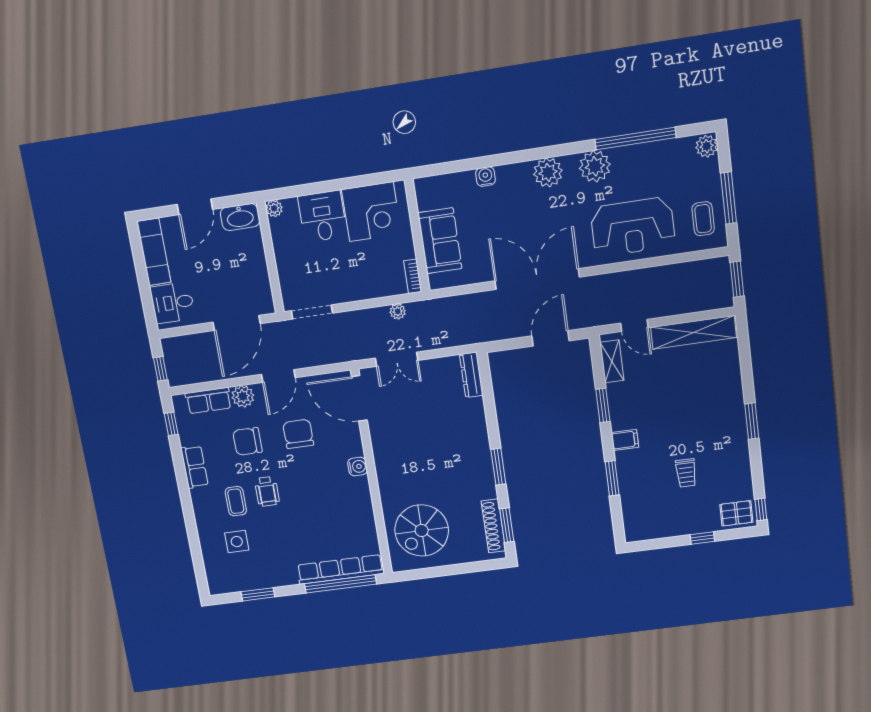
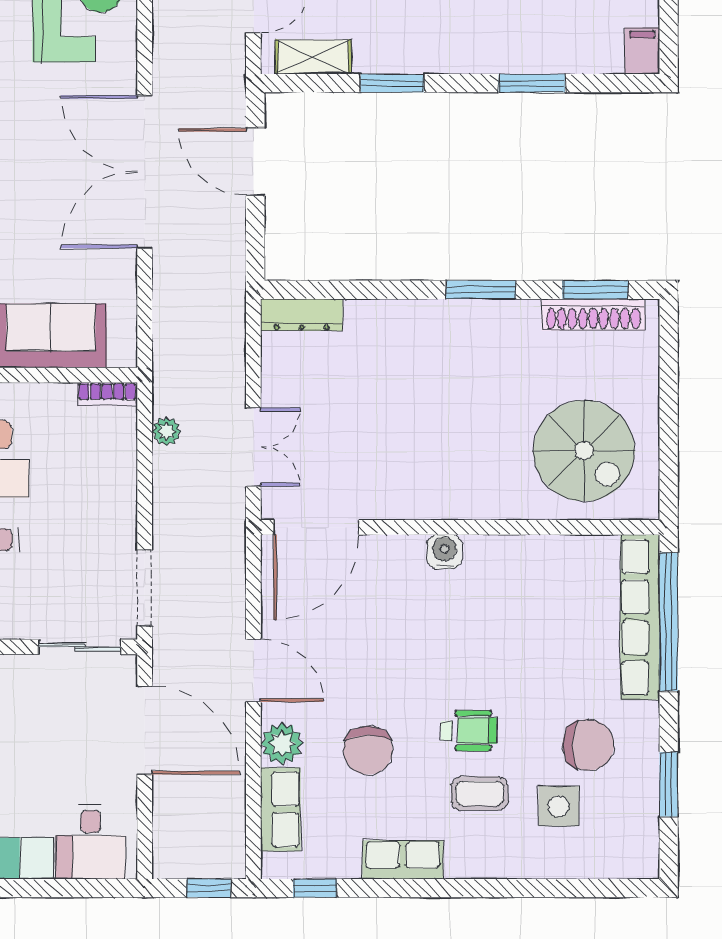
sliding door: (274, 282) -> (80, 647), added
chair: (298, 434) -> (588, 745), moved, turned 180
filing cabinet: (625, 440) -> (642, 51), moved

